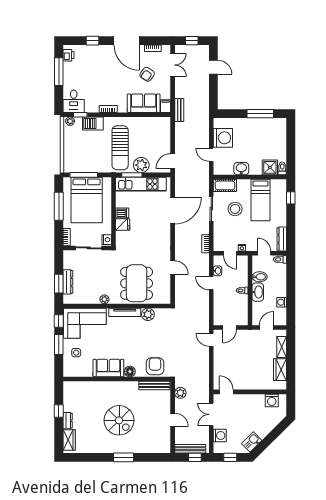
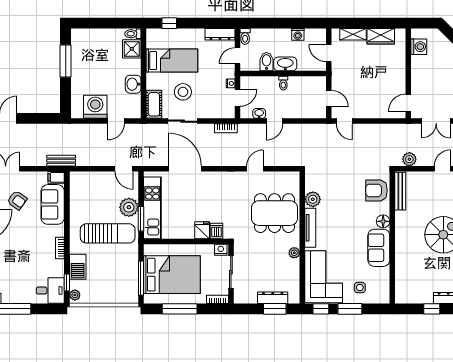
dishwasher: (122, 213) -> (217, 231), moved
door: (211, 340) -> (344, 121), hinge flipped

